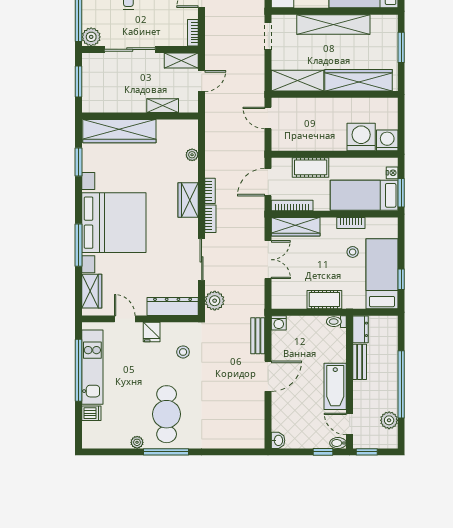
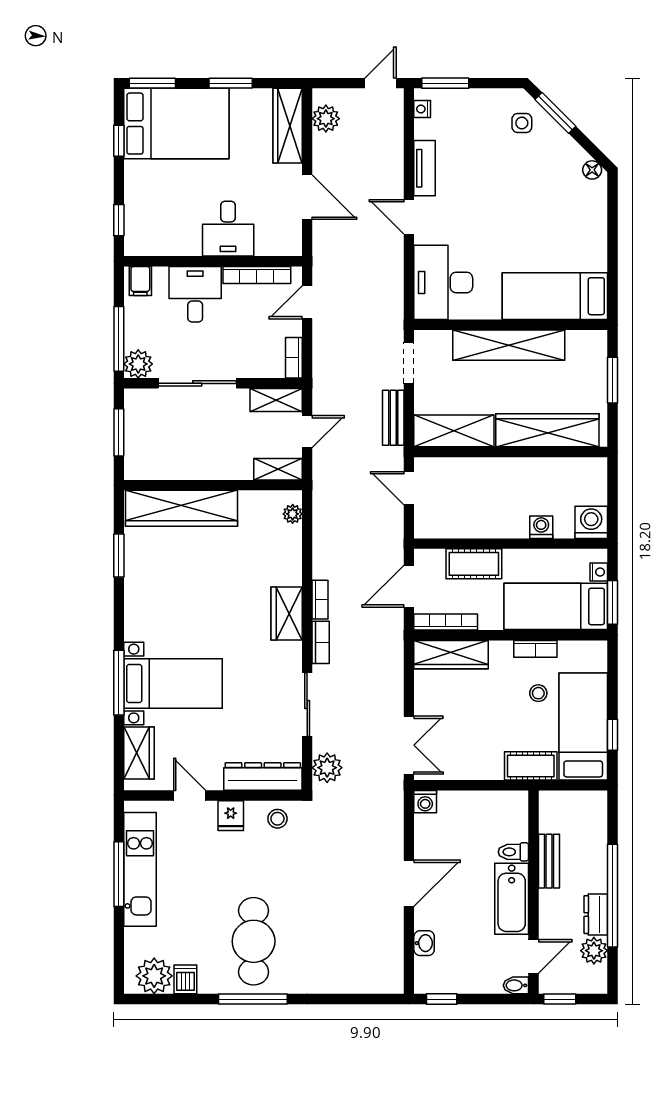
shelving: (163, 106) -> (278, 469), moved
washing machine: (361, 137) -> (541, 527), width x0.53, depth x0.53
plant: (192, 155) -> (293, 514), moved
bed with nightstands: (114, 223) -> (173, 684), width x0.54
double door: (268, 260) -> (409, 745), moved
cot: (324, 300) -> (531, 766), moved
toilet: (336, 322) -> (513, 852), moved
dresser: (360, 329) -> (596, 915), moved, turned 180
bench: (258, 336) -> (393, 418), moved
stool: (183, 352) -> (277, 819), moved
window: (79, 370) -> (119, 874), width x0.68
dishwasher: (91, 413) -> (185, 979), moved, turned -90
door: (350, 424) -> (534, 956), swing flipped
washbasin: (278, 440) -> (424, 943), moved
plant: (137, 442) -> (154, 976), moved, width x1.88, depth x1.88
window: (323, 452) -> (442, 999), moved

